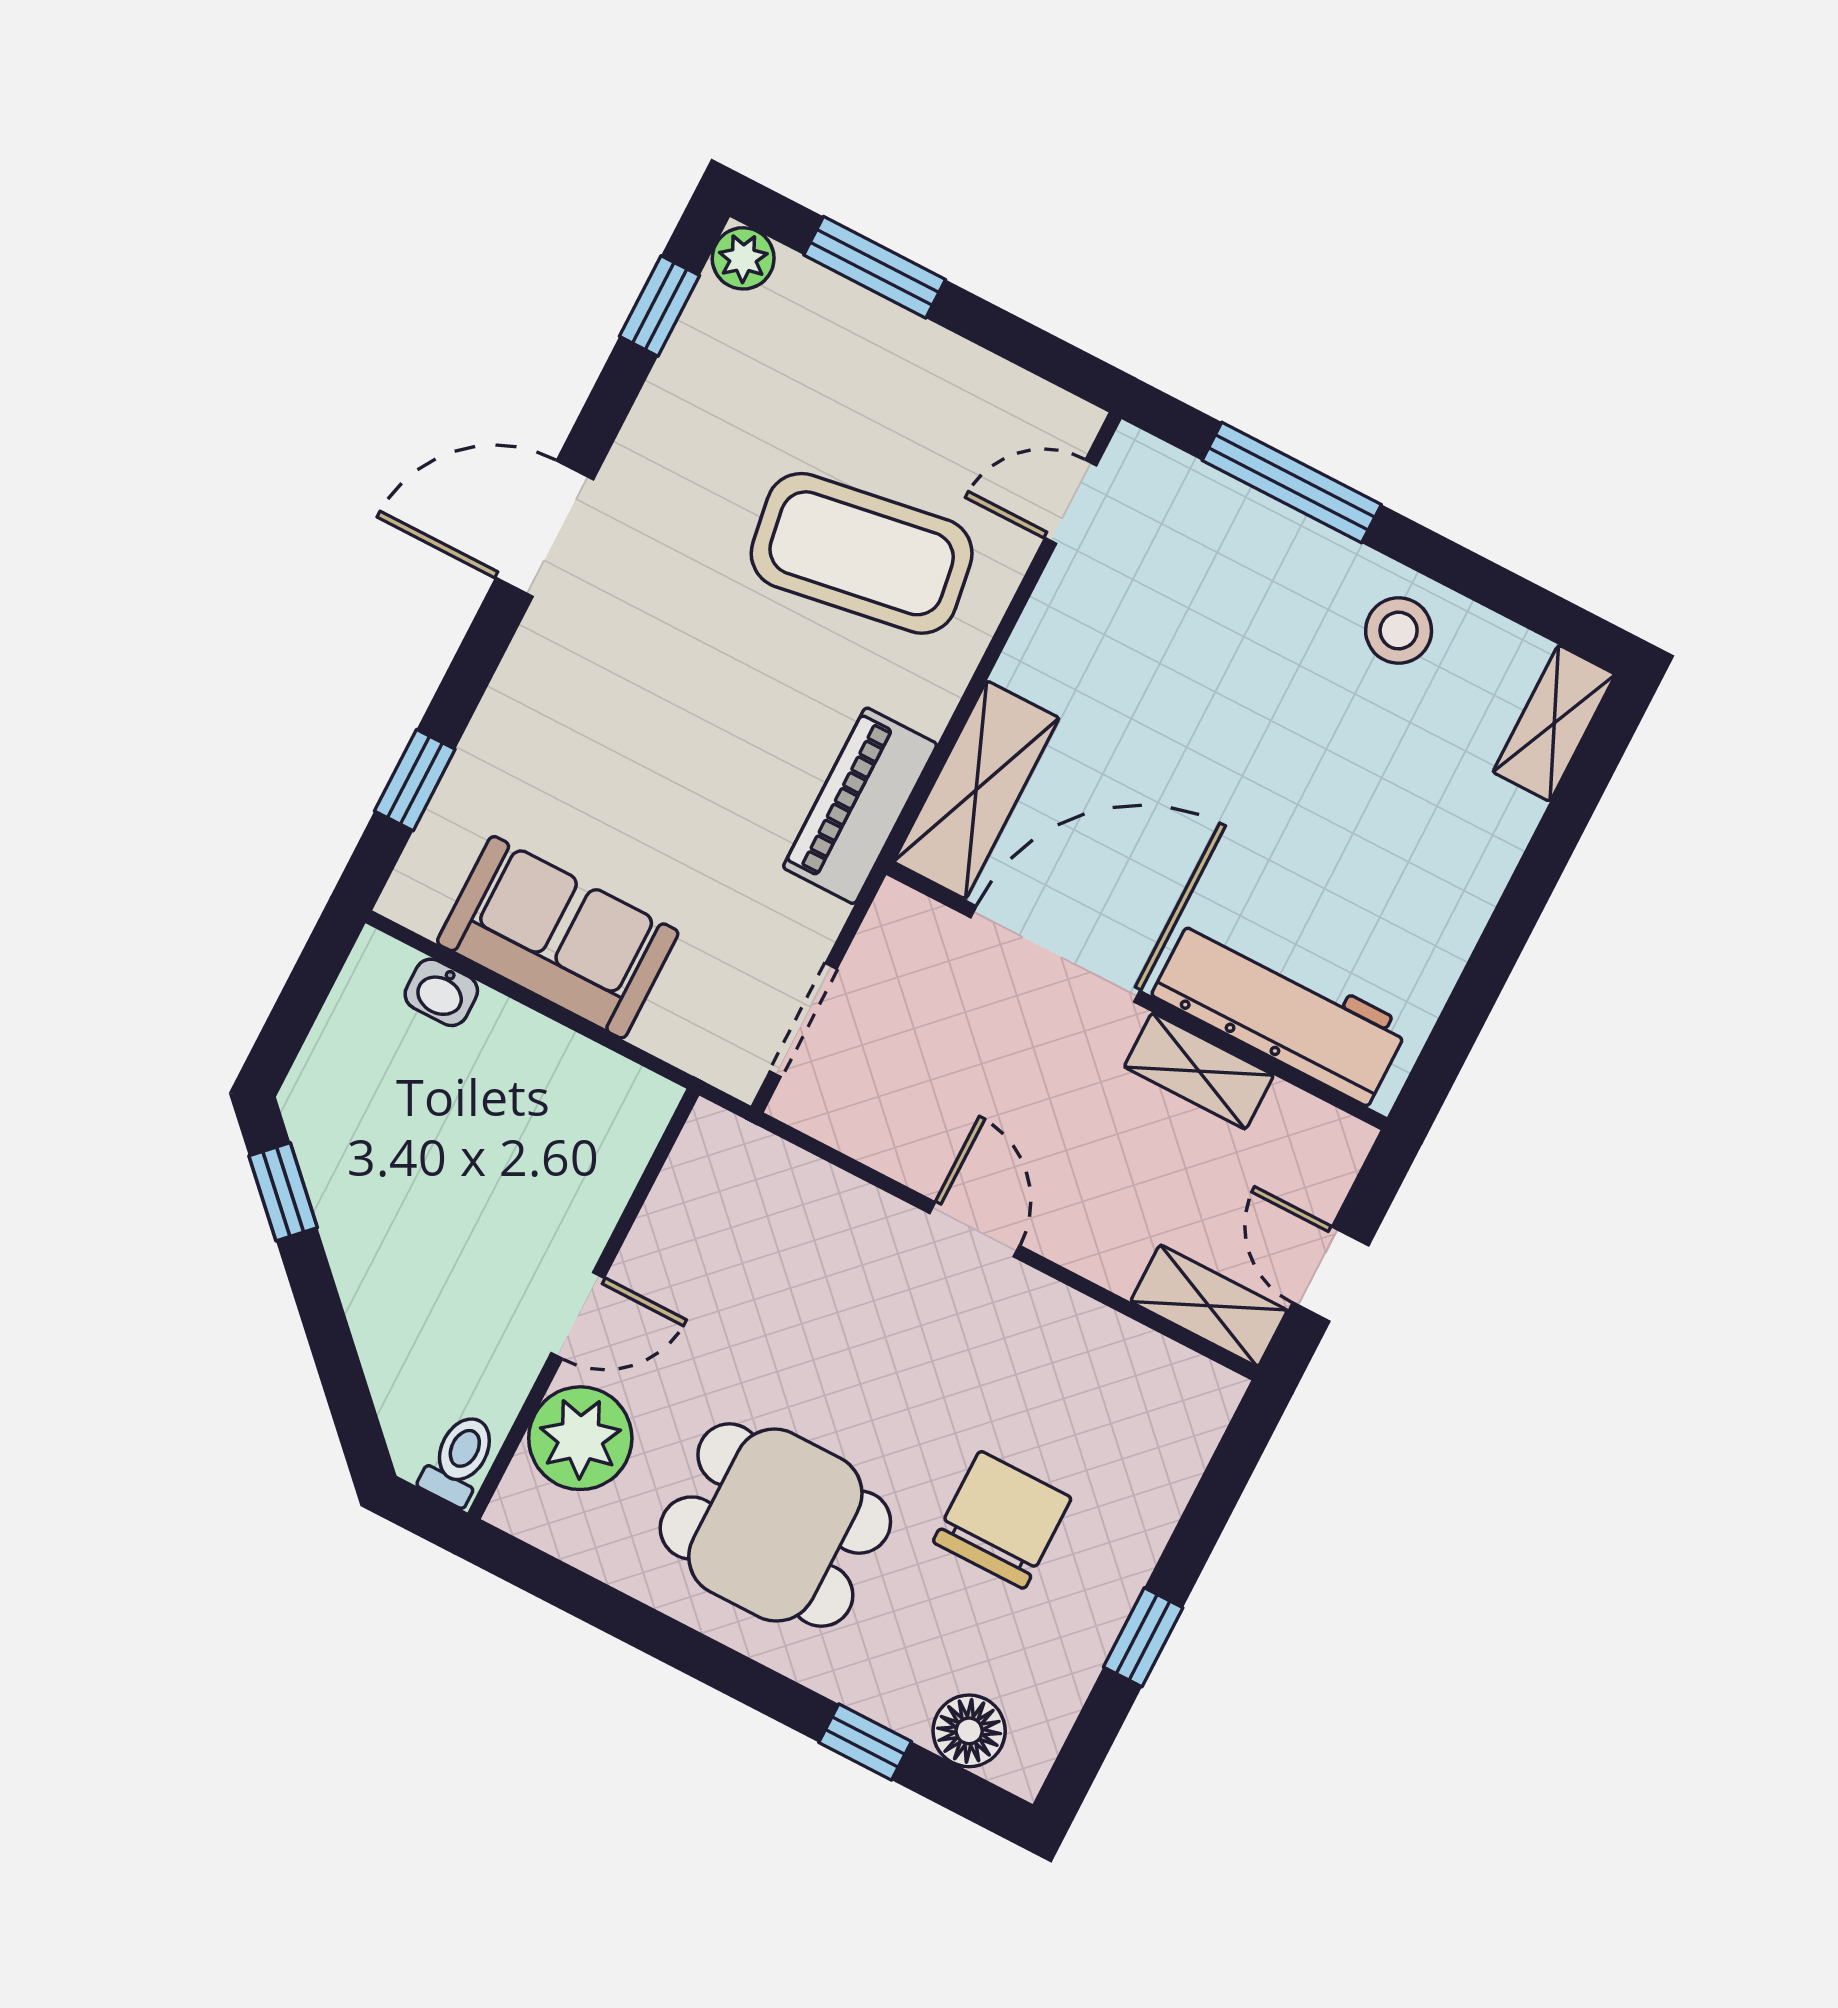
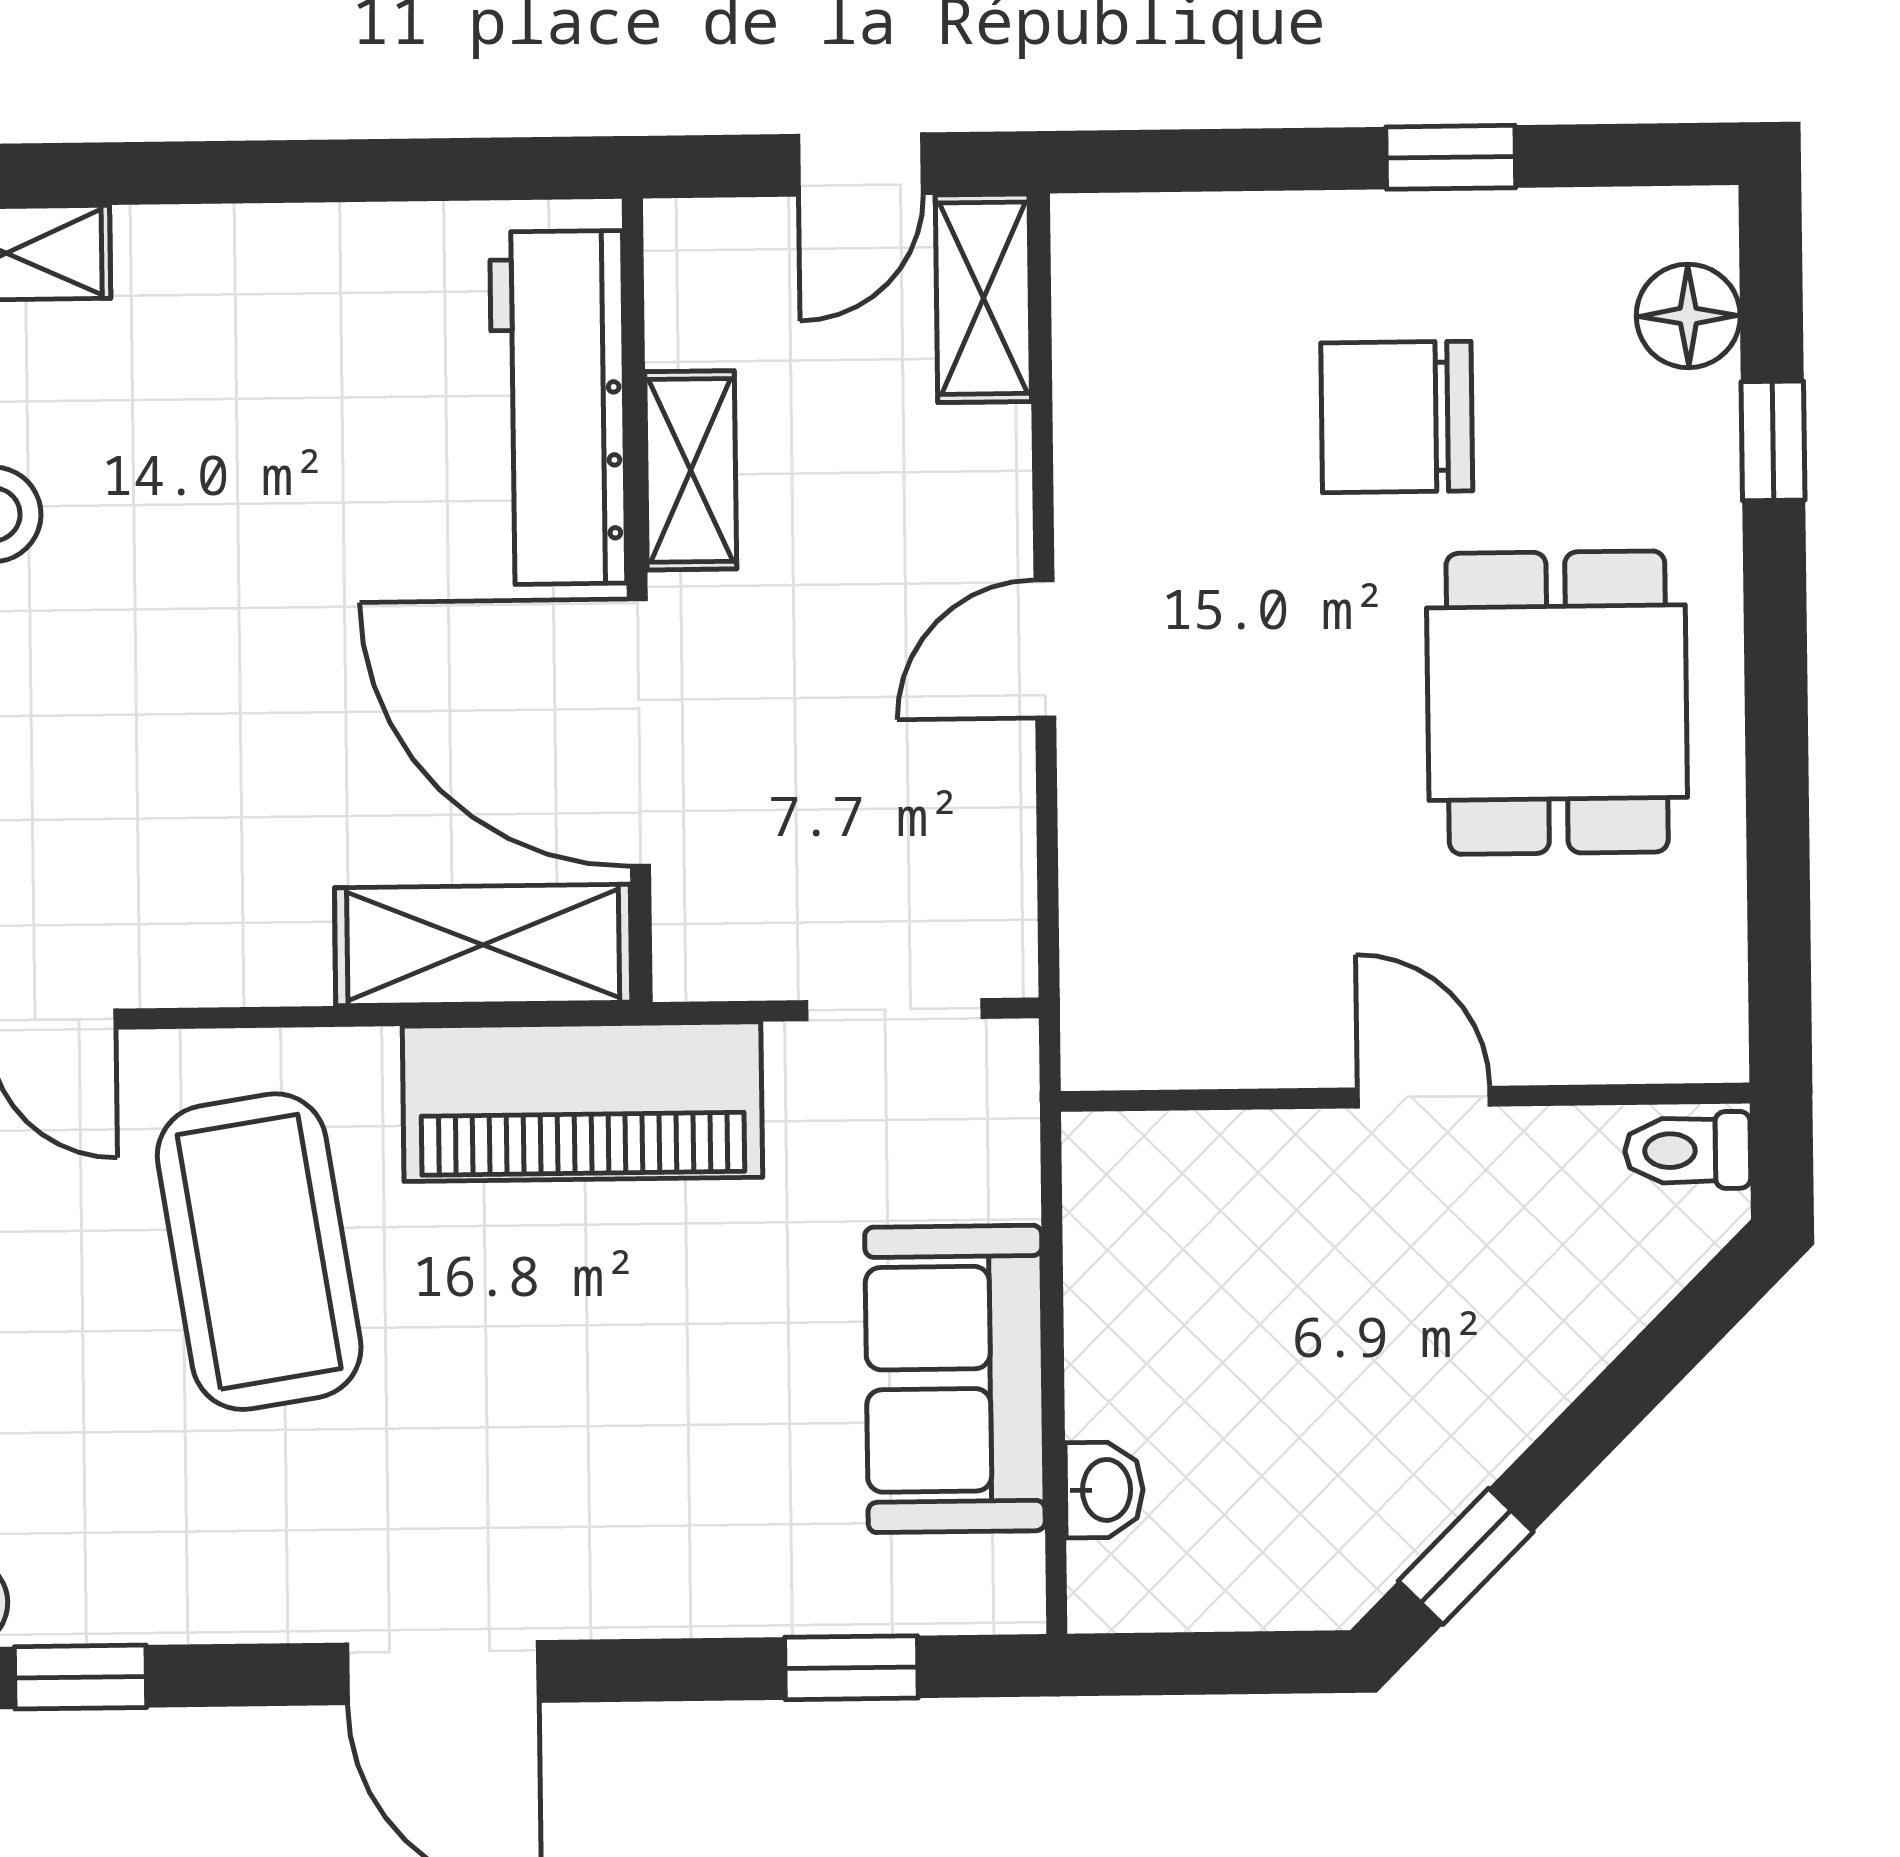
piano: (860, 806) -> (582, 1102), width x1.37, depth x1.33
plant: (580, 1438) -> (1579, 1010), removed

